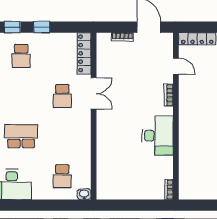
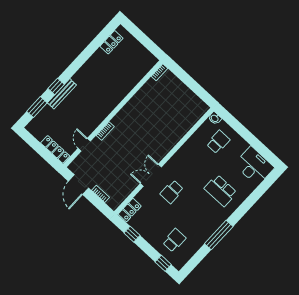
window: (42, 27) -> (132, 234), moved
locker: (84, 53) -> (130, 210), width x0.66
school desk: (62, 96) -> (172, 192), turned 180
desk: (158, 136) -> (136, 112), removed

